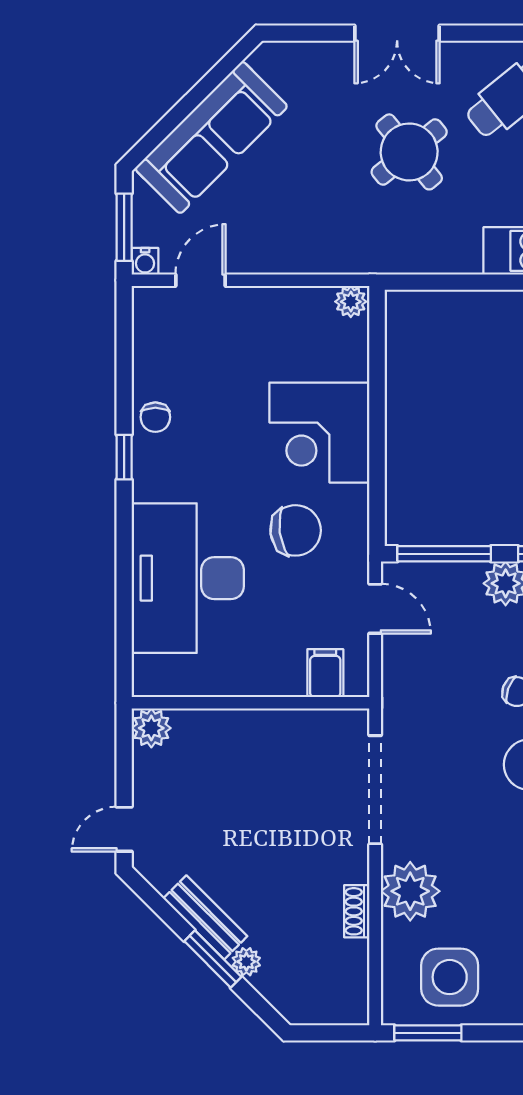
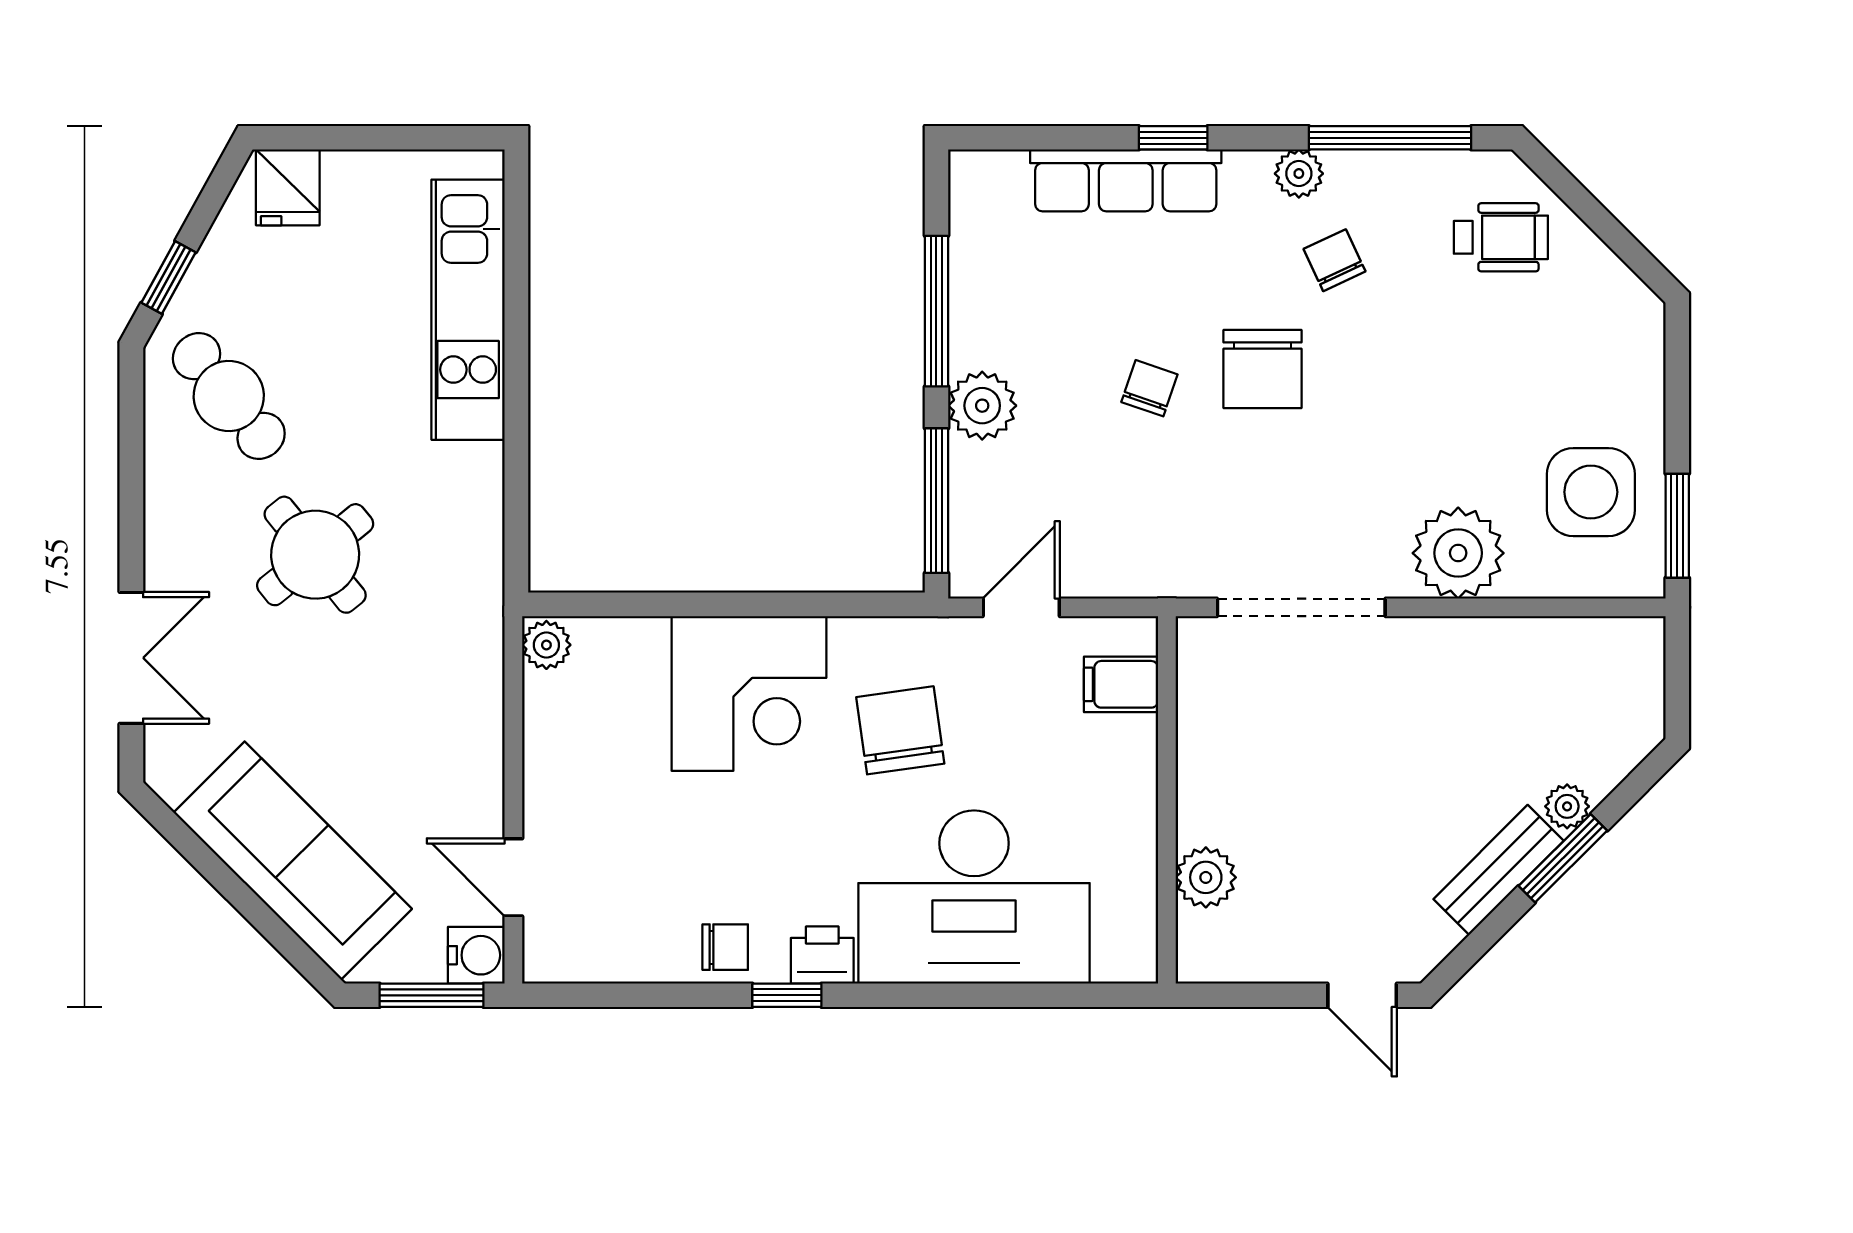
double door: (397, 33) -> (131, 658), moved
water cooler: (145, 261) -> (476, 955), width x1.38, depth x1.38
printer: (150, 480) -> (822, 955), added
plant: (151, 728) -> (1206, 877), moved
shoe rack: (357, 911) -> (1489, 636), removed

